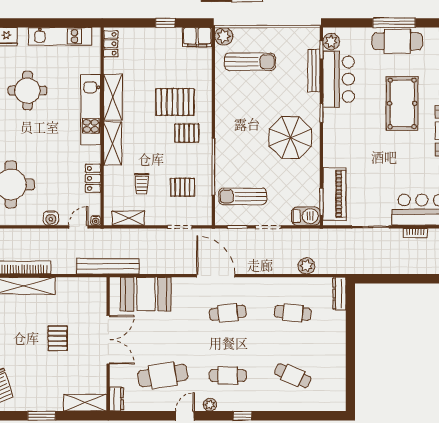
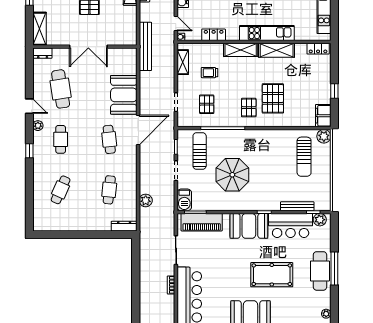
booth: (339, 133) -> (249, 226), added
parasol: (290, 137) -> (232, 175), moved
booth: (146, 294) -> (124, 95), moved

